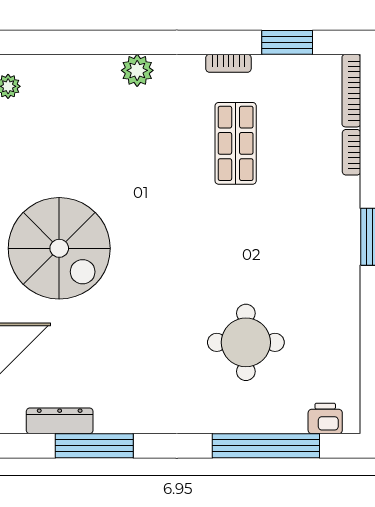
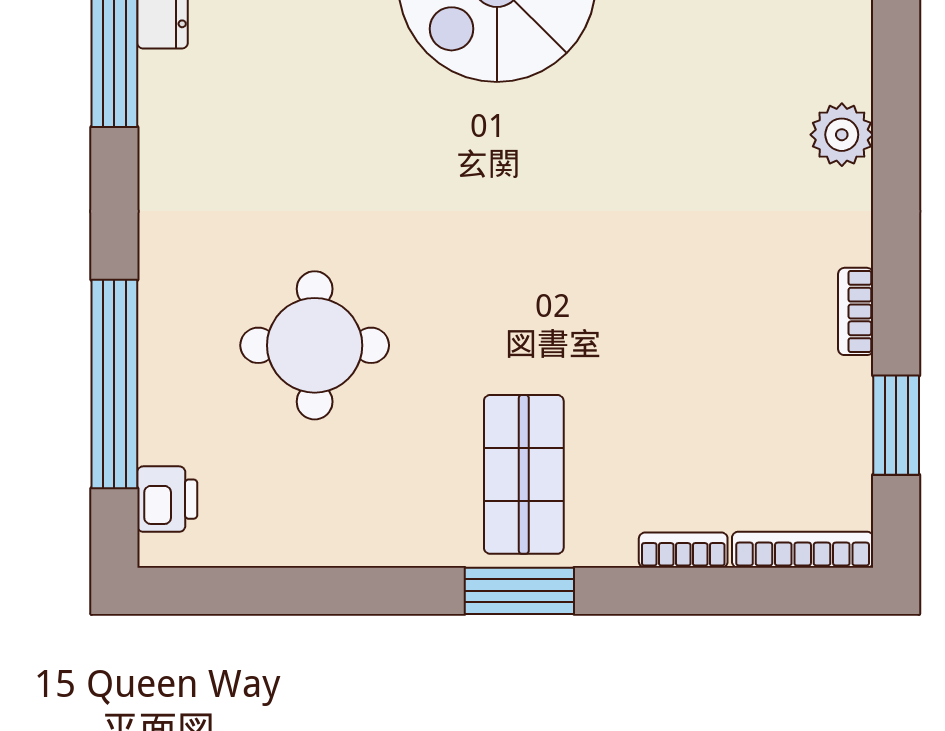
shop shelf: (236, 143) -> (524, 474), moved, turned 90

